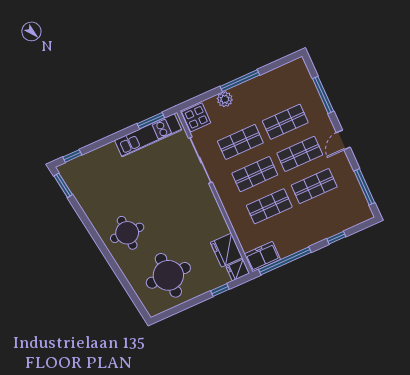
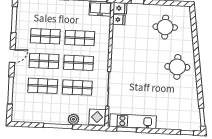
fridge: (226, 250) -> (119, 20), width x0.53, depth x0.75
round table: (168, 275) -> (165, 27), width x0.73, depth x0.73

